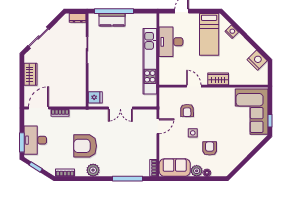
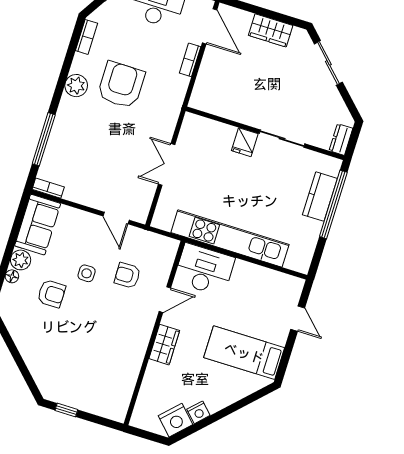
nightstand: (232, 32) -> (198, 412), moved
desk: (171, 42) -> (204, 270), moved
fridge: (95, 97) -> (245, 142), moved
corner sofa: (252, 112) -> (92, 384), removed

